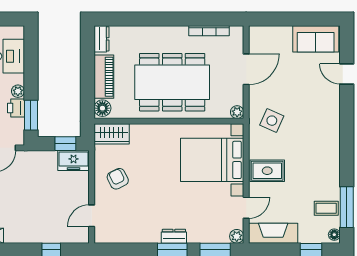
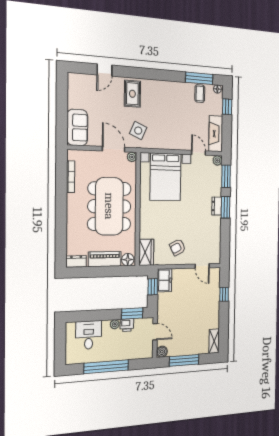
sofa: (316, 39) -> (77, 127), moved
door: (246, 69) -> (114, 149), moved
rug: (267, 171) -> (132, 94), moved

